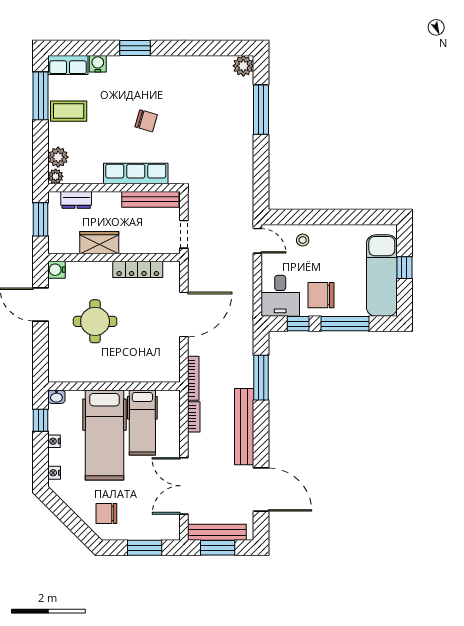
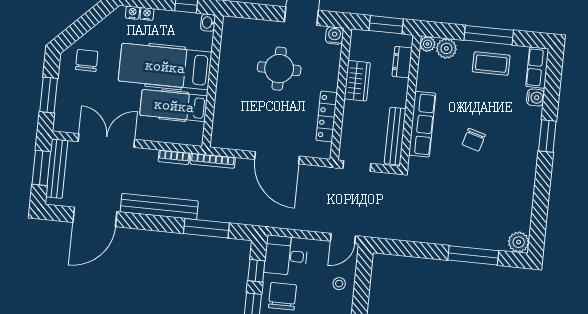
window: (41, 96) -> (489, 35), moved
coffee table: (69, 111) -> (491, 64), turned 90
nightstand: (54, 441) -> (147, 14), moved

